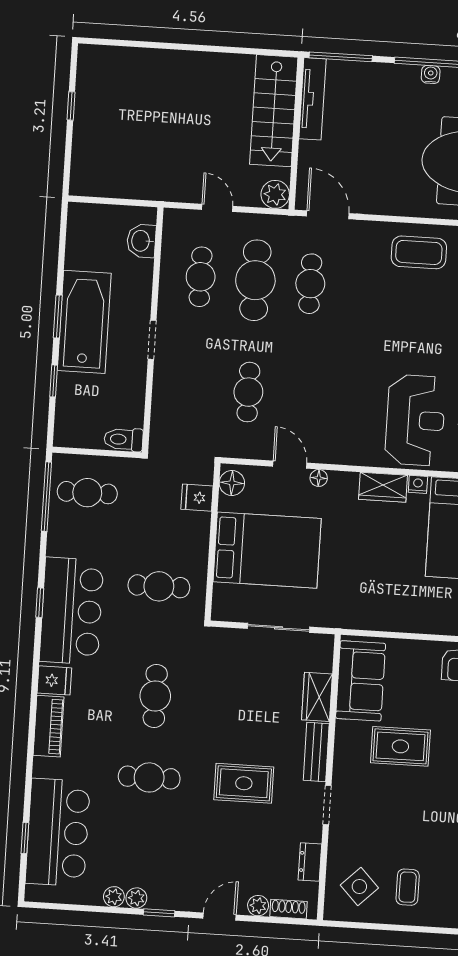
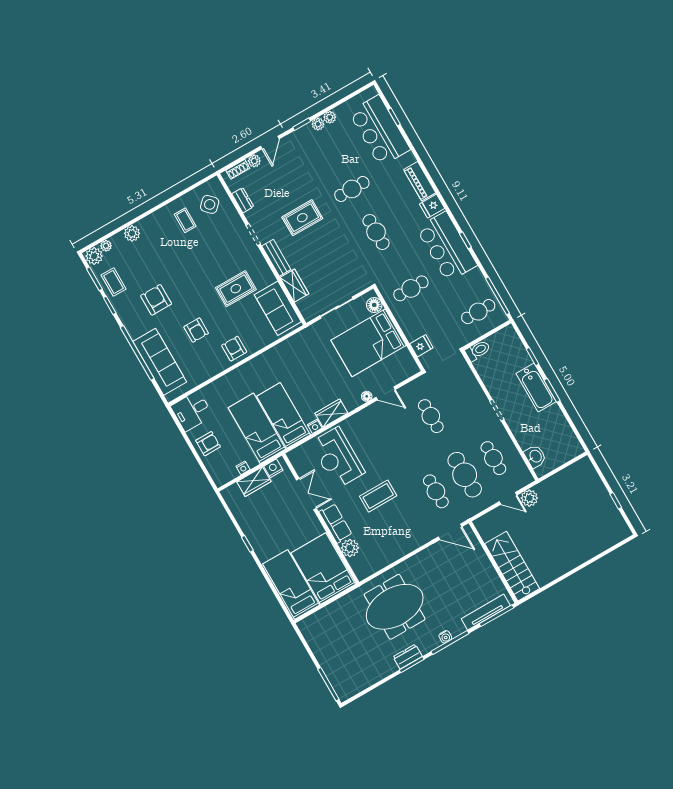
tv unit: (312, 99) -> (486, 612), moved, turned 90
plant: (275, 194) -> (529, 498), moved
coffee table: (419, 252) -> (378, 496), moved
bathtub: (84, 322) -> (536, 388), width x0.73, depth x0.73
floor lamp: (232, 483) -> (374, 305), moved

